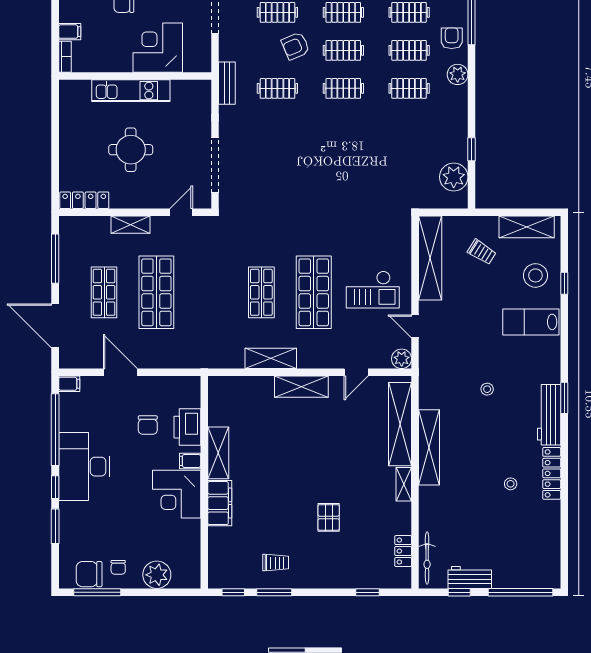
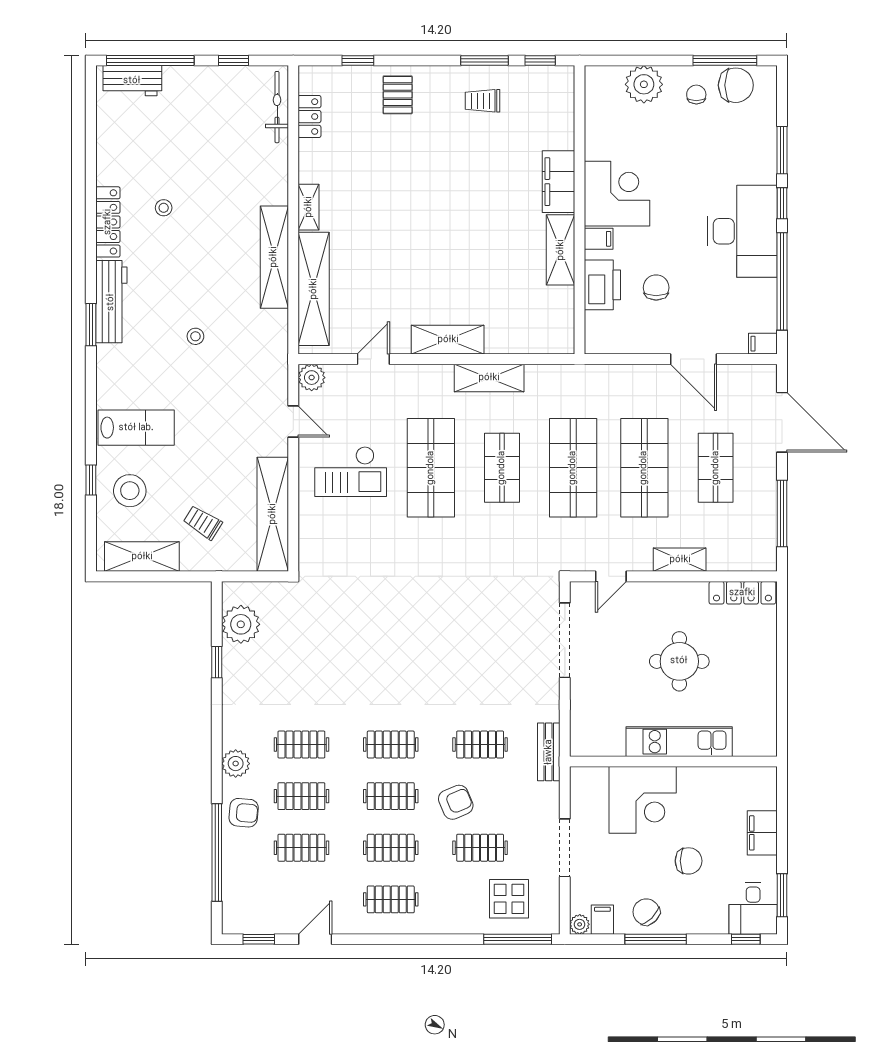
filing cabinet: (70, 32) -> (762, 833), width x2.00
armchair: (452, 38) -> (244, 813), turned -85
bookcase: (65, 57) -> (769, 788), removed
checkout: (373, 289) -> (351, 472), turned 180
shop shelf: (209, 292) -> (573, 468), added
pallet: (329, 517) -> (398, 95), moved
workbench: (470, 577) -> (132, 81), moved

